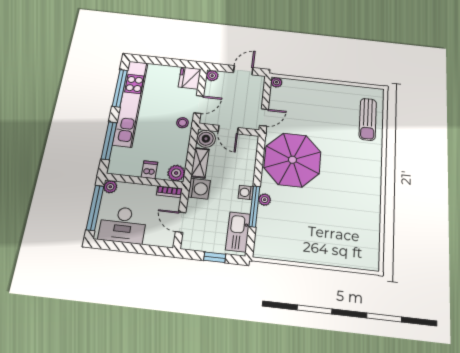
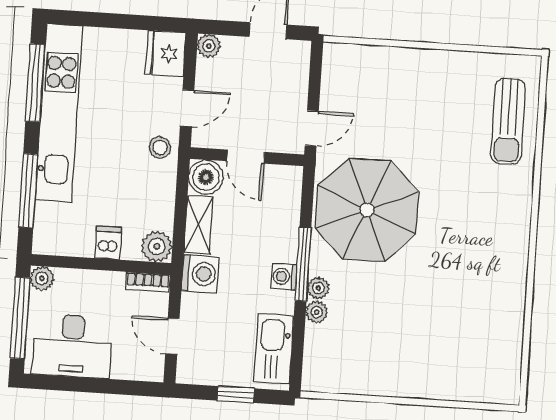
plant: (276, 82) -> (317, 312), moved
window: (254, 206) -> (303, 264), moved

